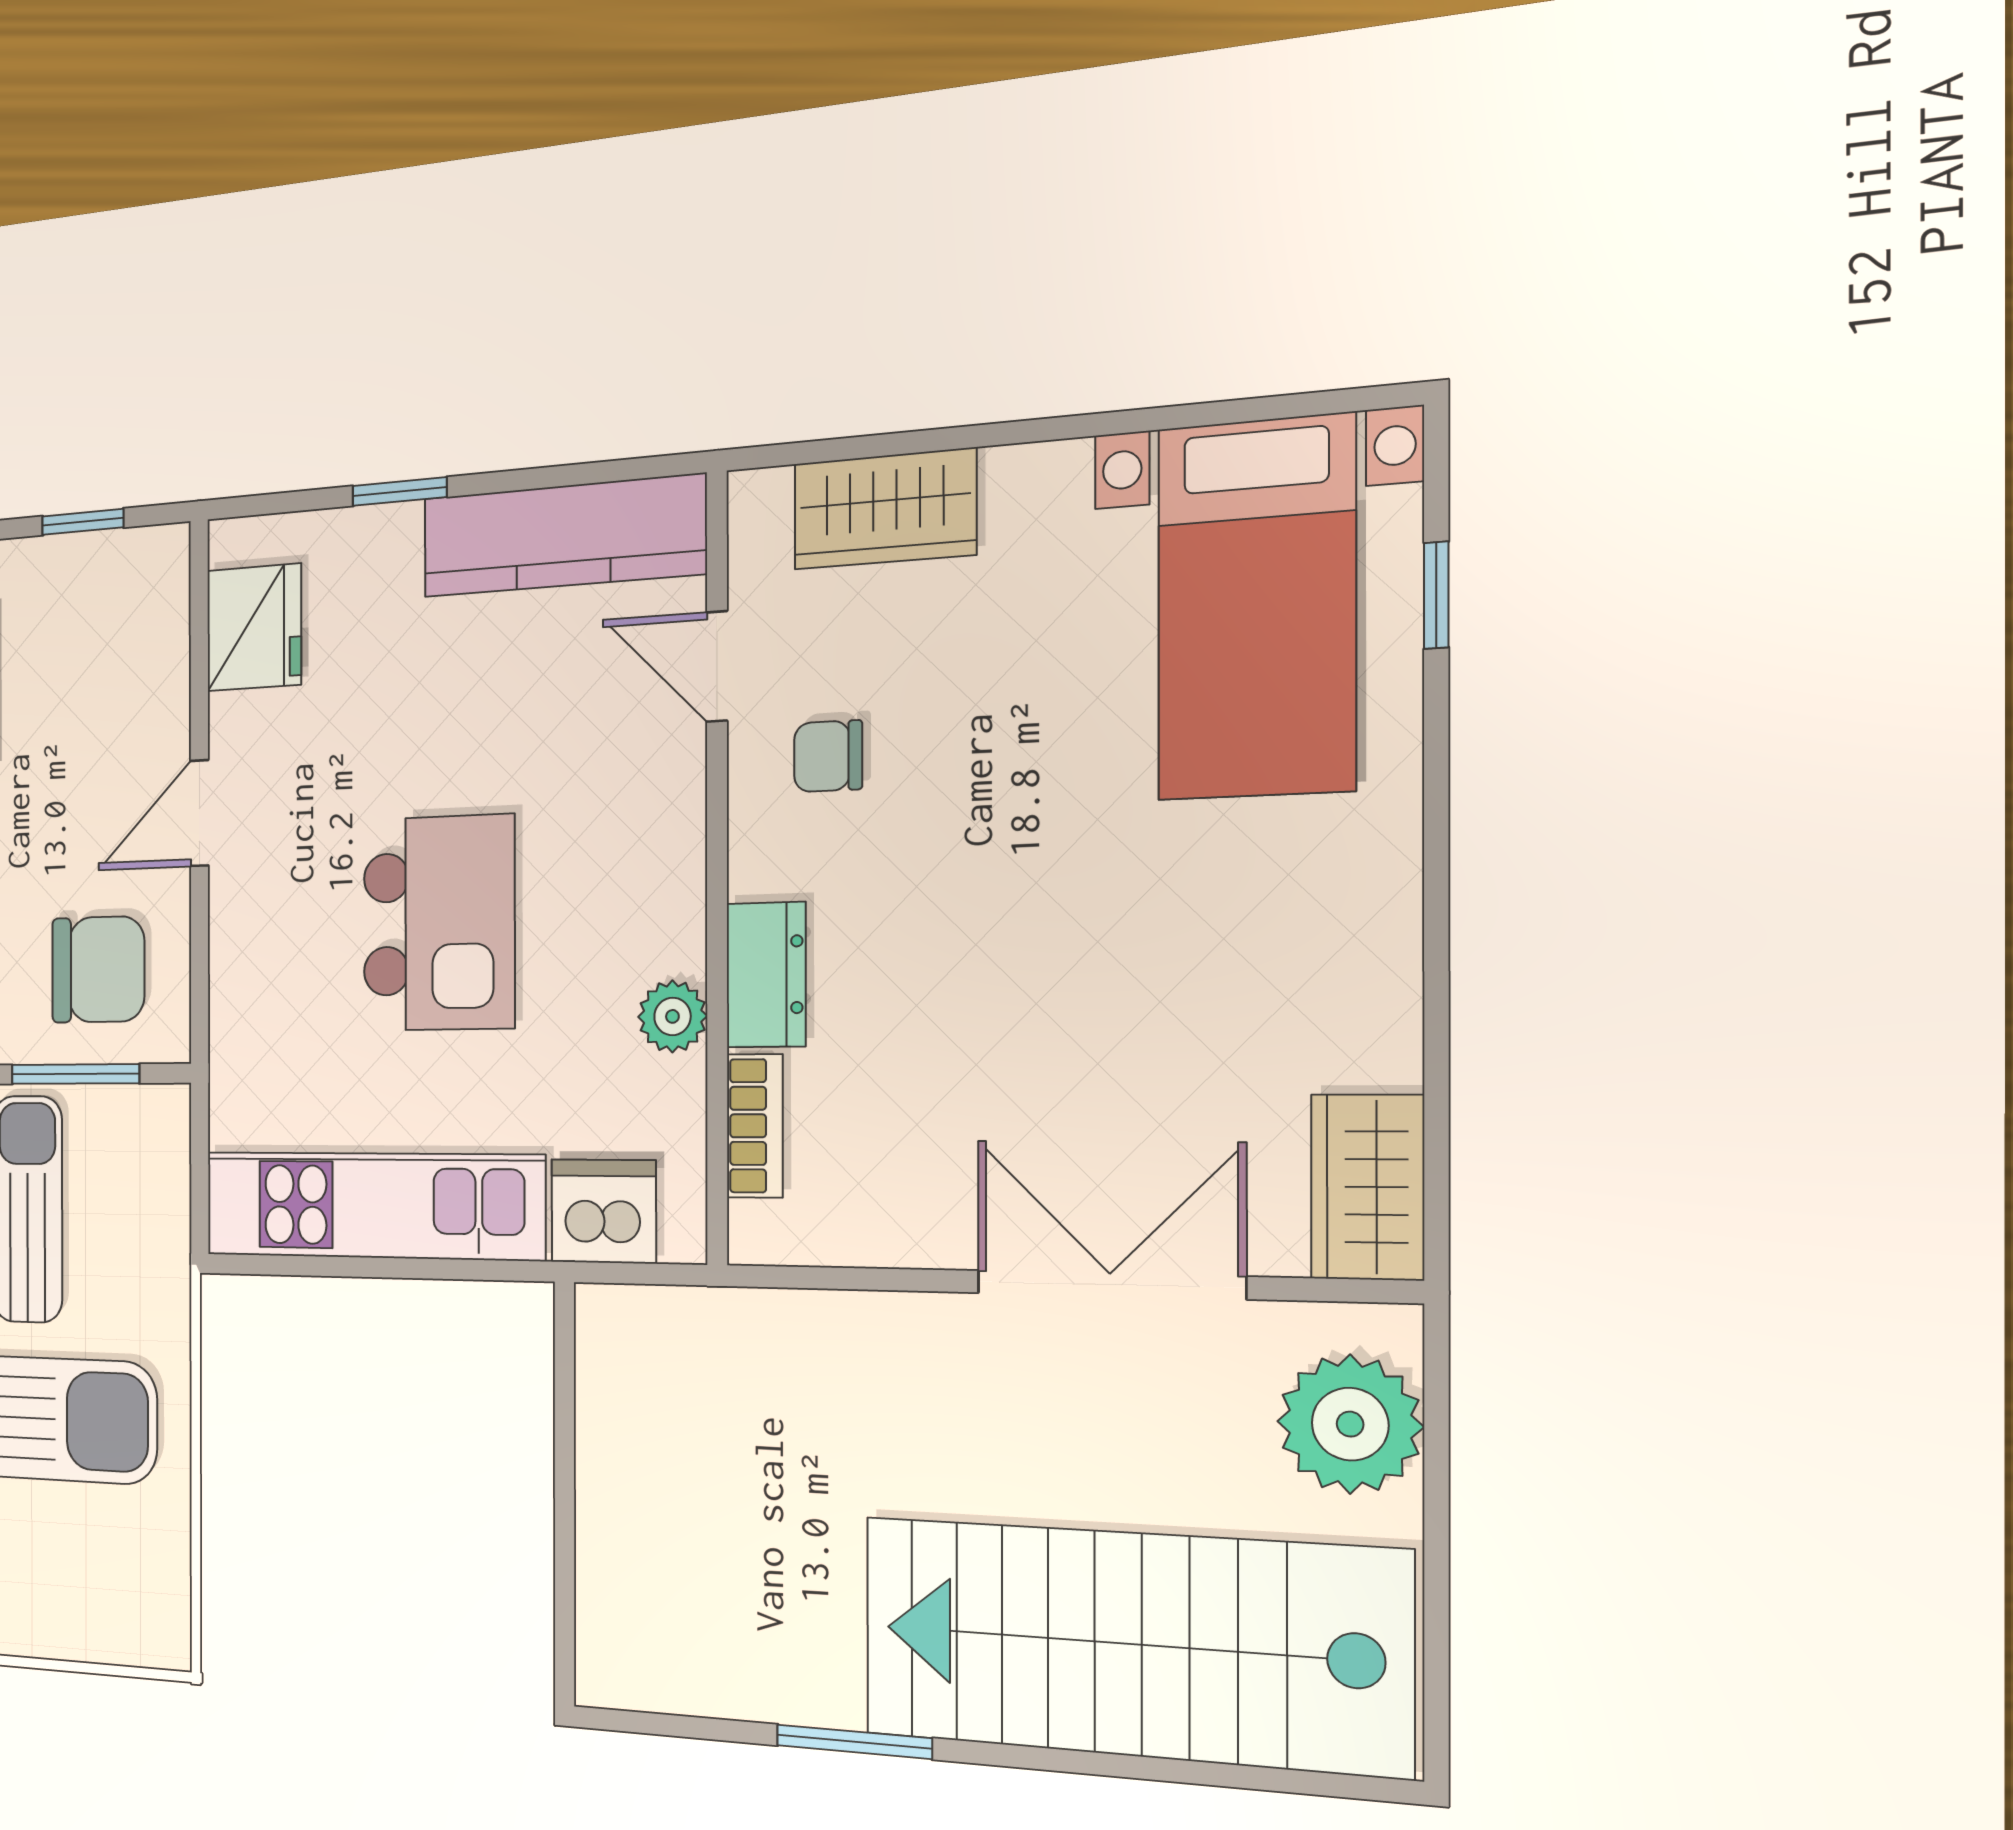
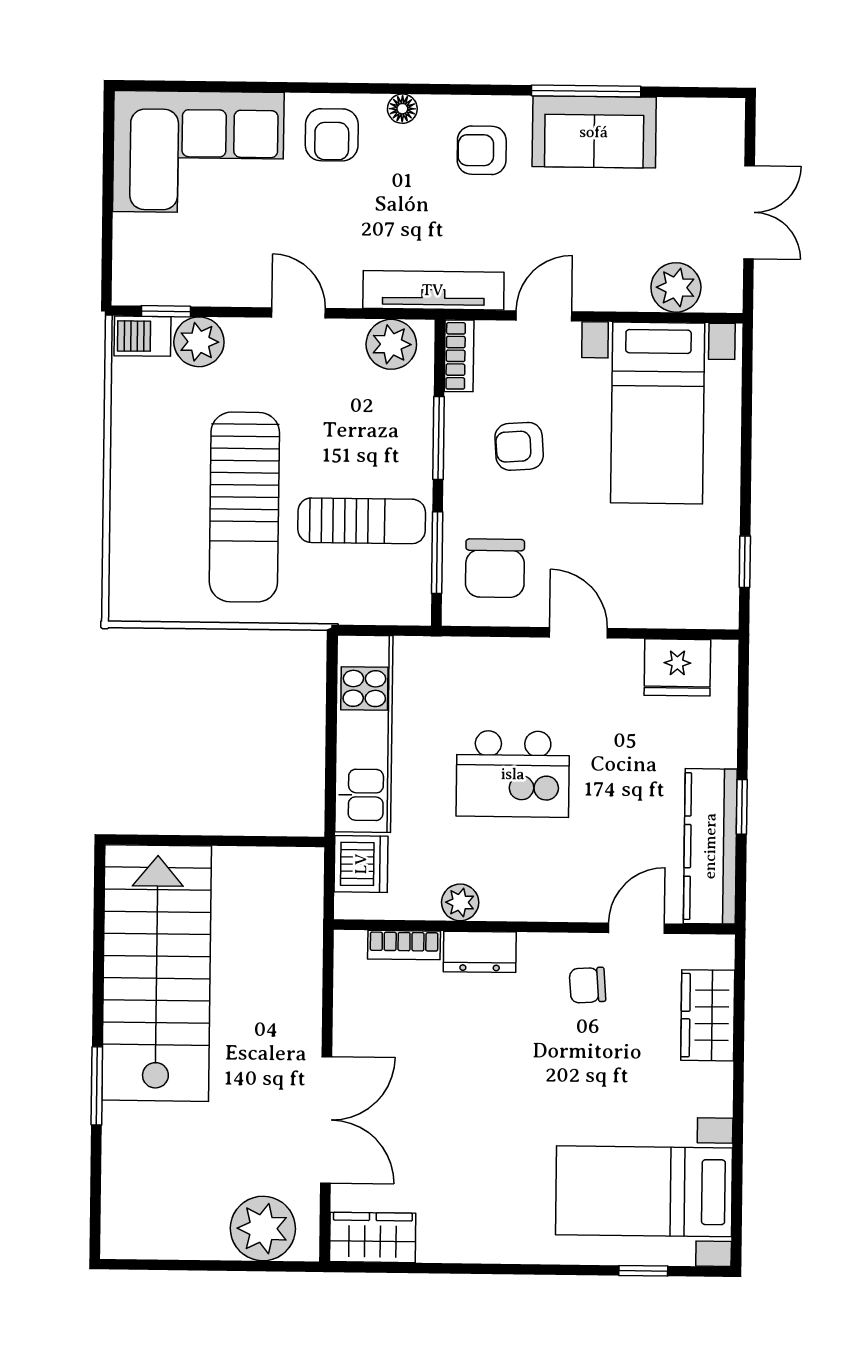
window: (400, 491) -> (742, 807), moved
chair: (828, 756) -> (587, 985), turned -94
stairs: (1131, 1644) -> (157, 973), moved
window: (854, 1742) -> (97, 1086), moved

